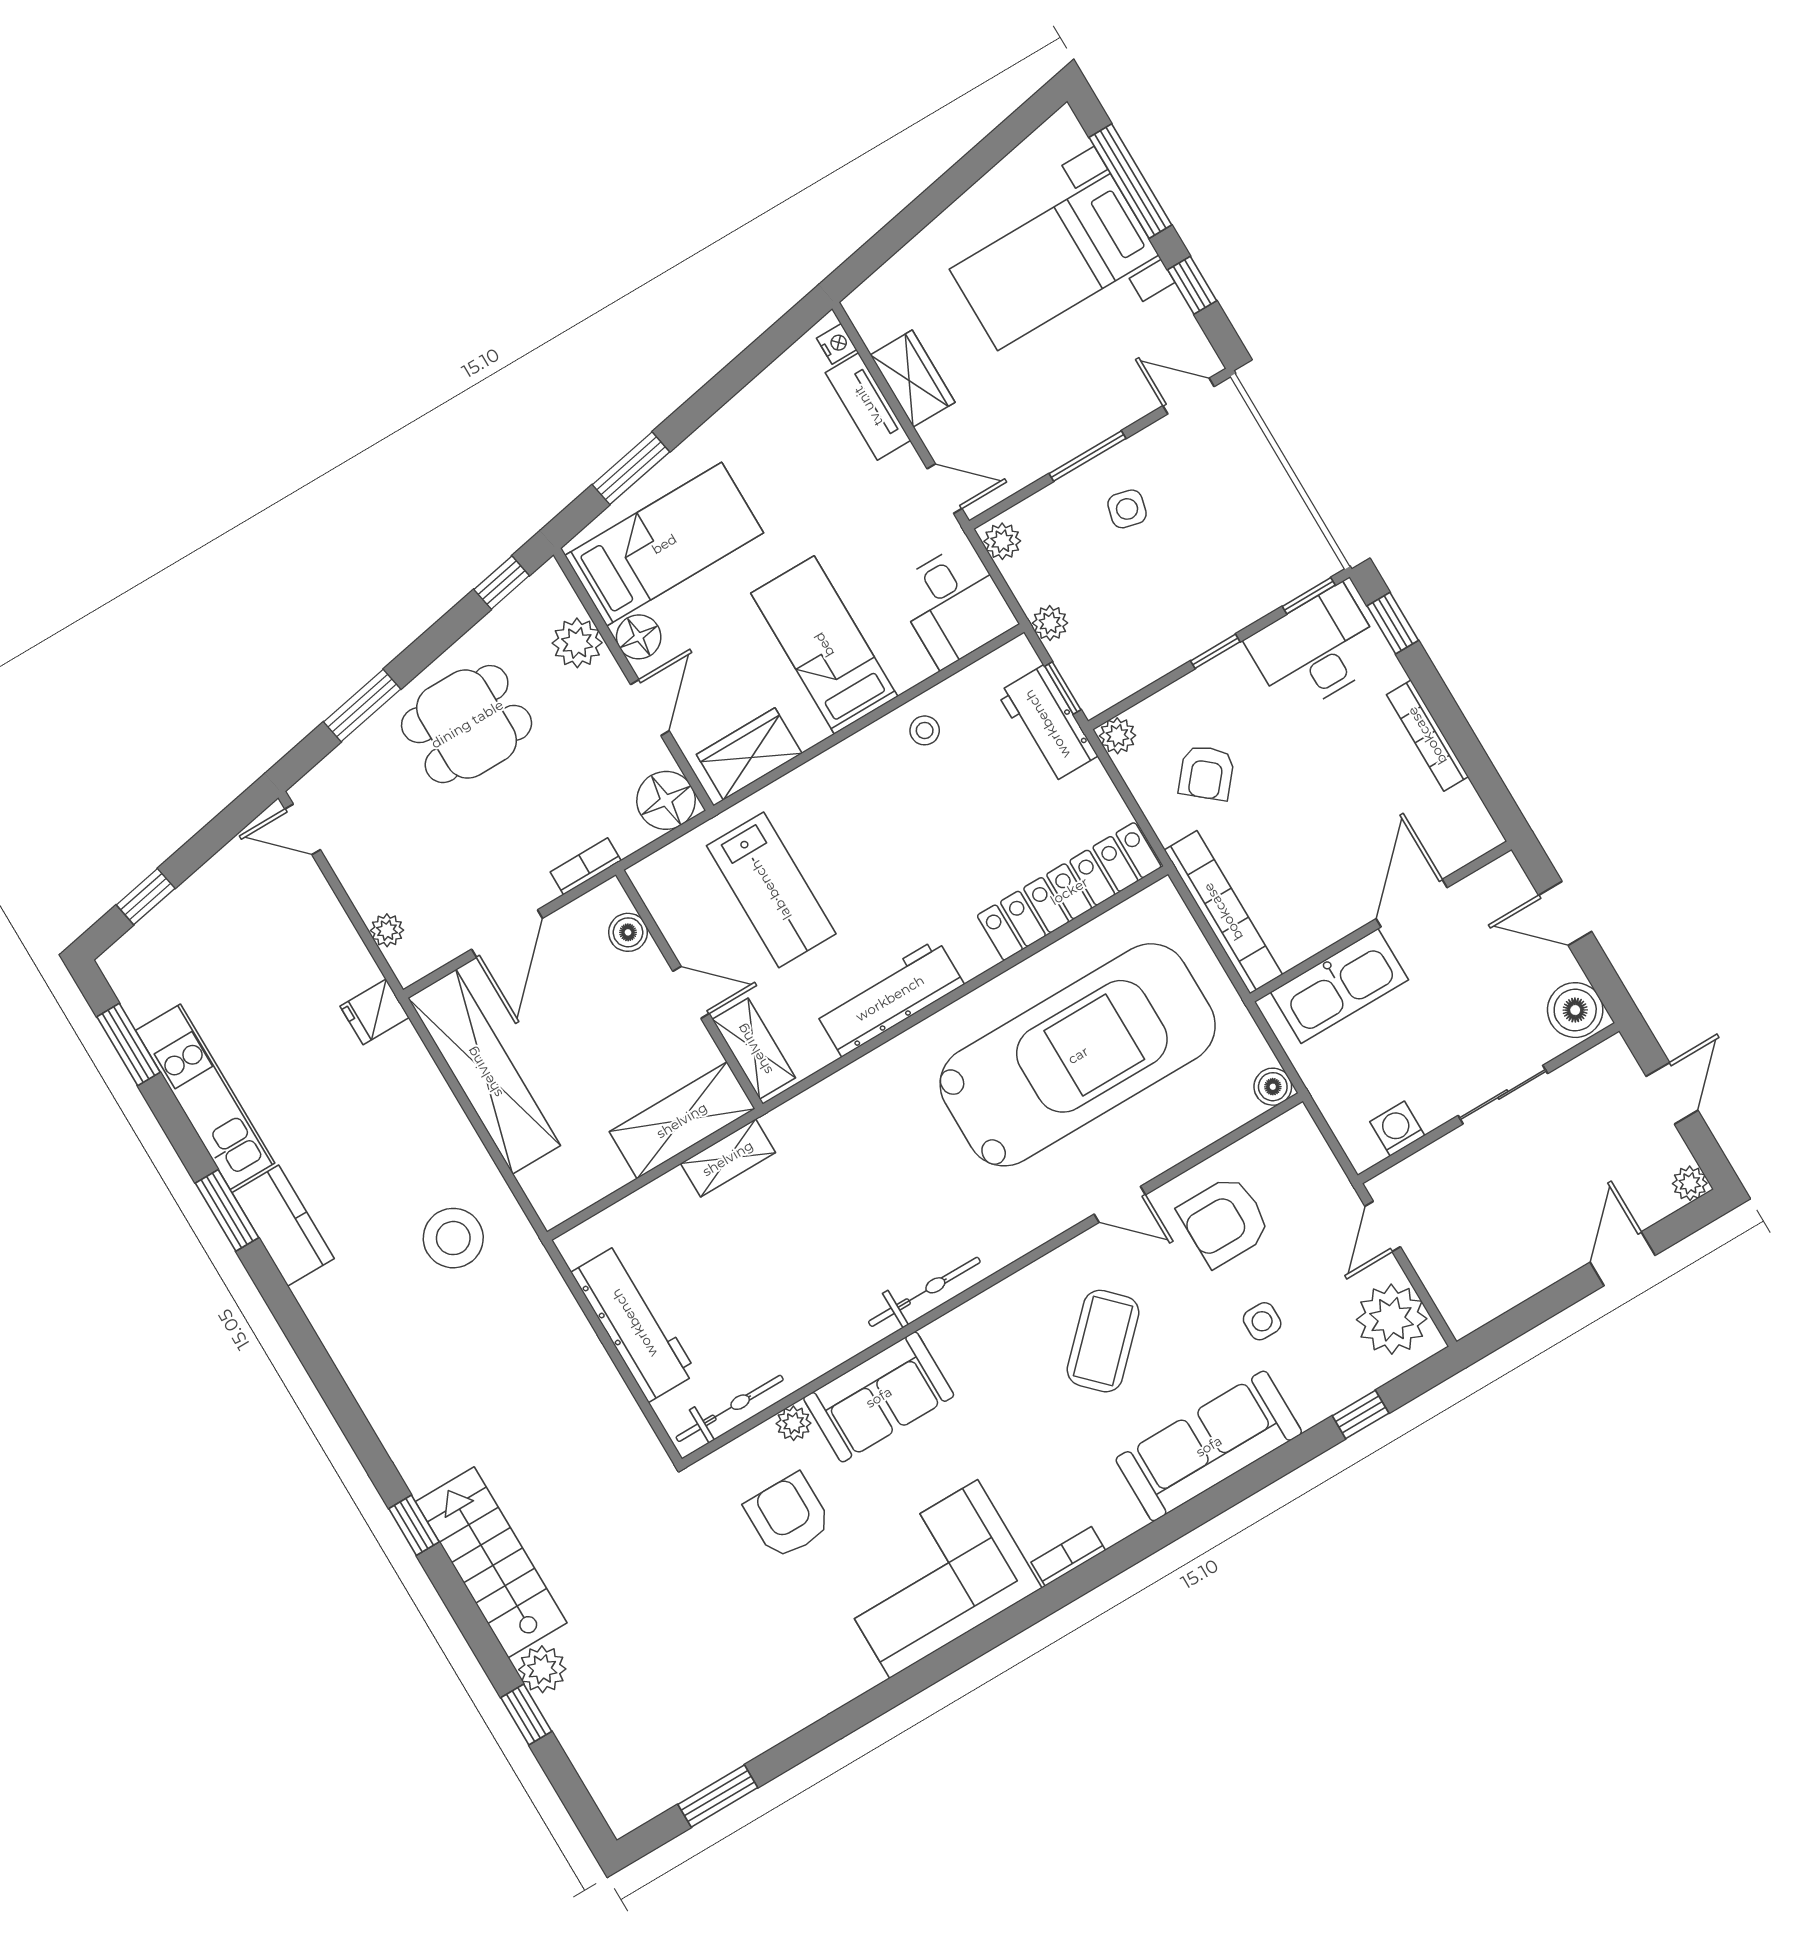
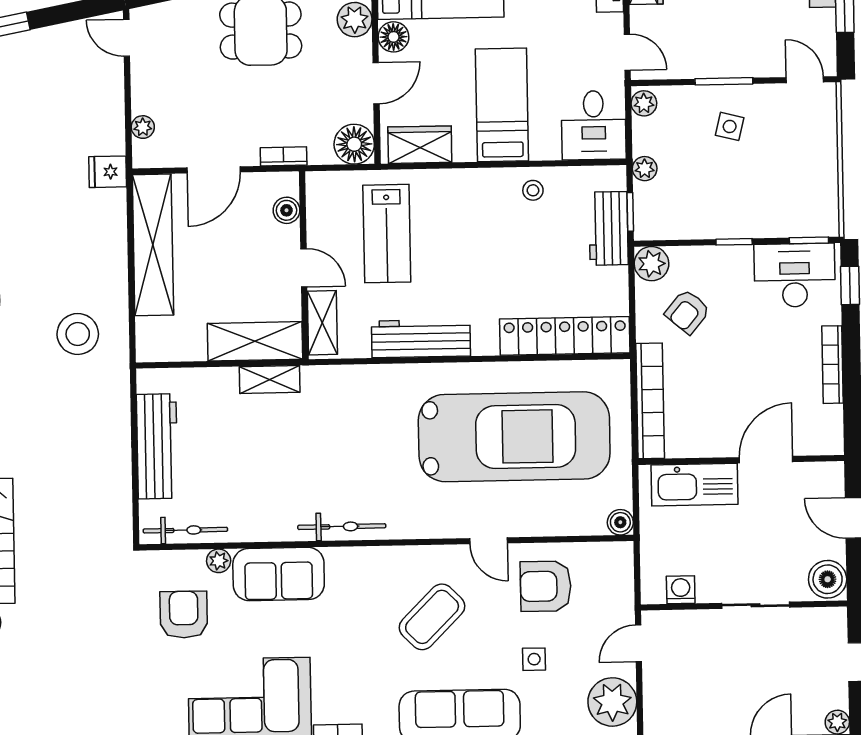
plant: (1117, 736) -> (651, 264), width x1.38, depth x1.38

